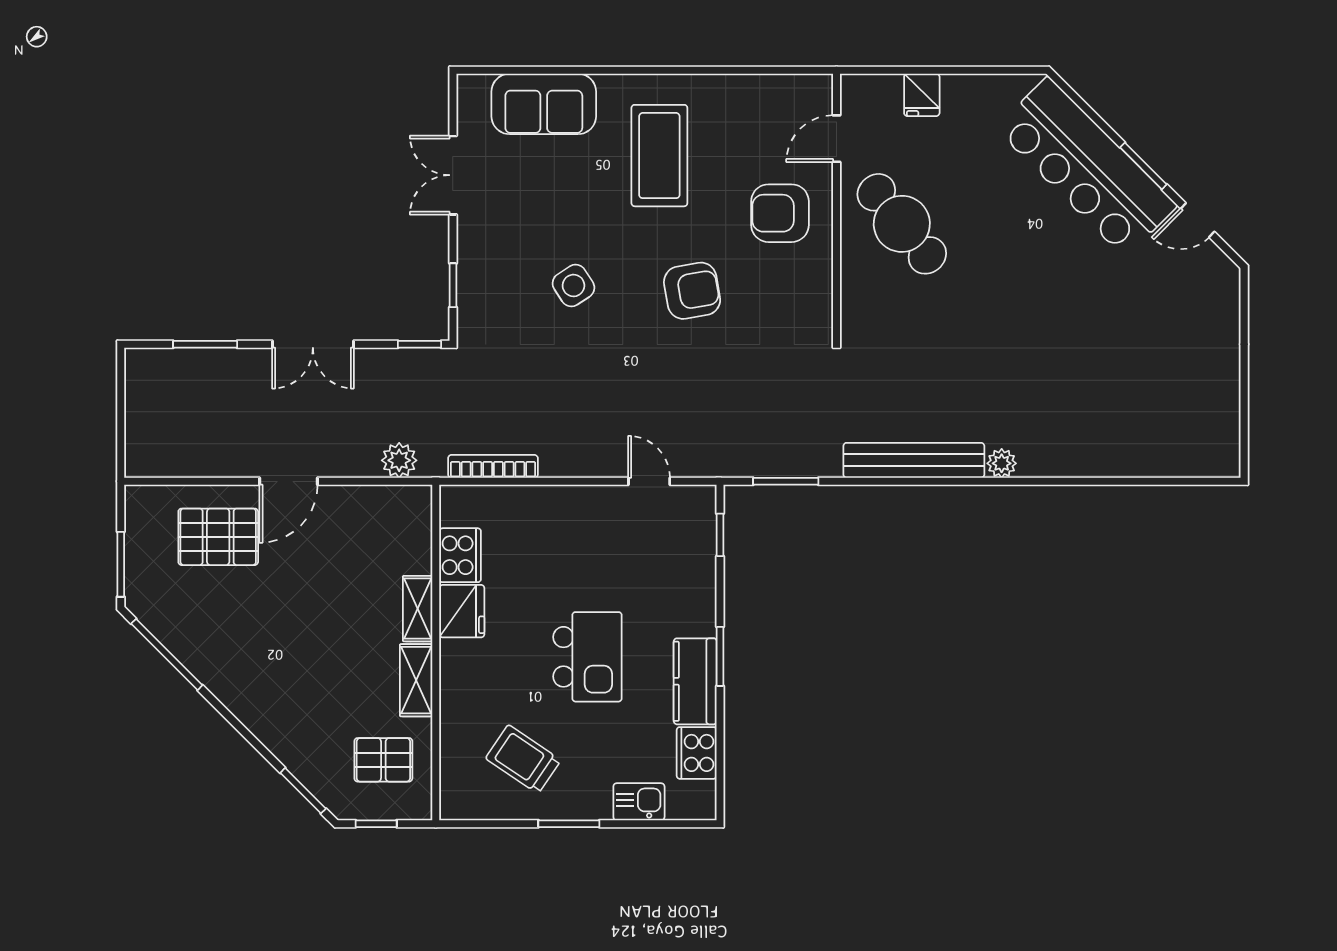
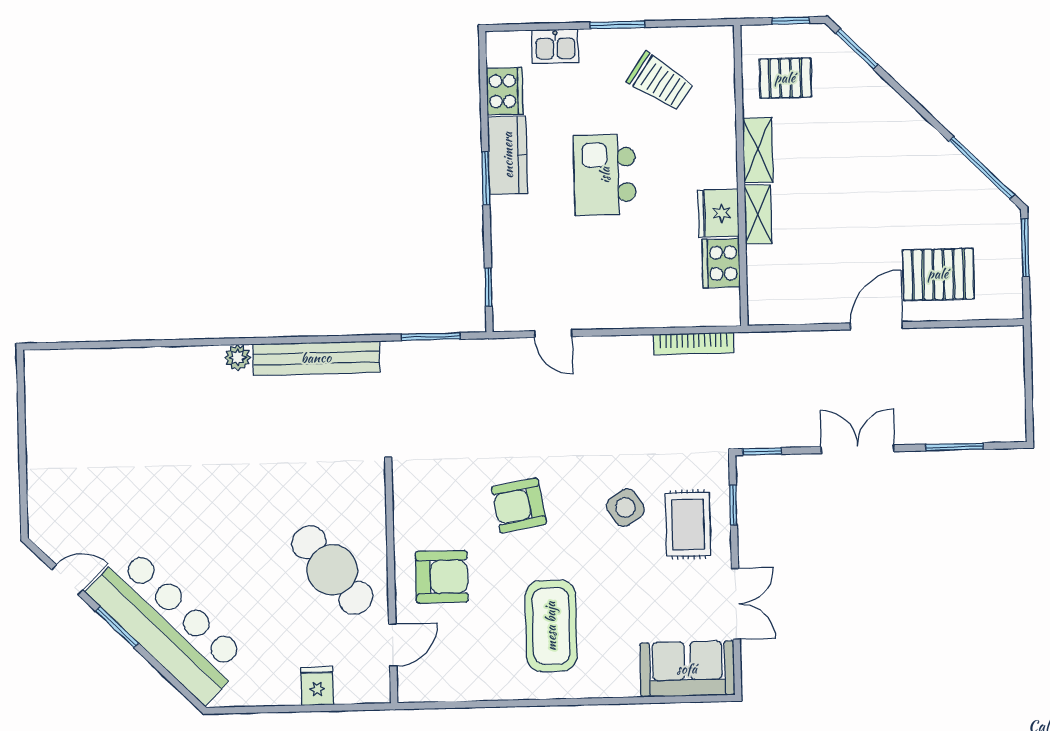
sofa: (544, 104) -> (687, 669), moved
rug: (504, 265) -> (688, 524), added
plant: (399, 460) -> (778, 347), removed

